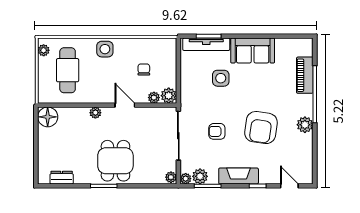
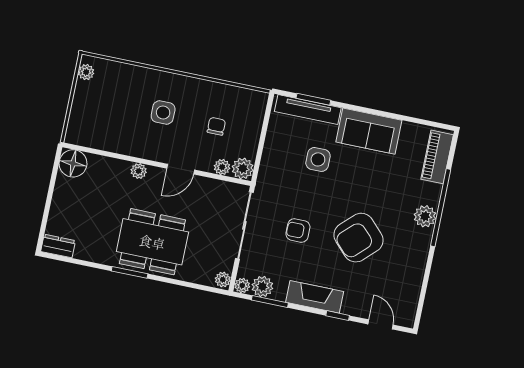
side table: (105, 49) -> (163, 113), moved
cafe table: (68, 70) -> (113, 106), removed
piano: (305, 75) -> (437, 157), moved
door: (125, 105) -> (181, 169), swing flipped
plant: (305, 125) -> (425, 216), moved
armchair: (261, 128) -> (359, 238), turned 38
dining table: (115, 161) -> (152, 242), width x1.37
dresser: (62, 178) -> (58, 246), moved

